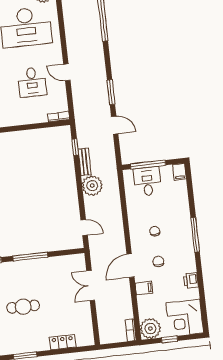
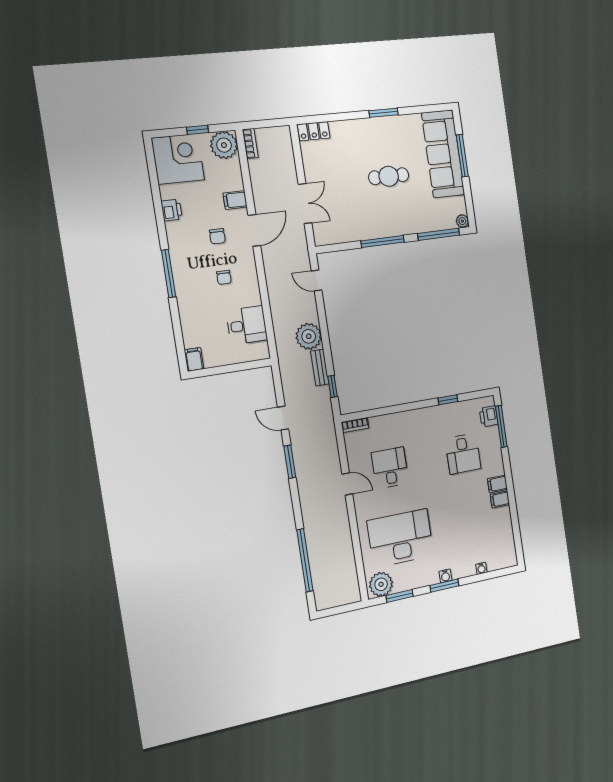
window: (148, 165) -> (237, 367), removed
desk: (147, 181) -> (247, 325), moved, turned -90
locker: (63, 342) -> (314, 131), moved

